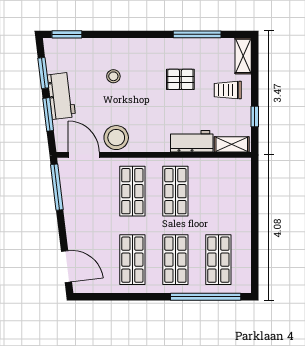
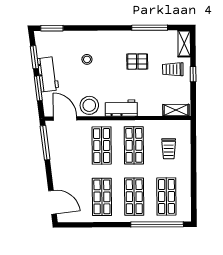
window: (255, 116) -> (193, 74), moved
workbench: (192, 141) -> (121, 108), moved
trolley: (222, 196) -> (169, 149), added

